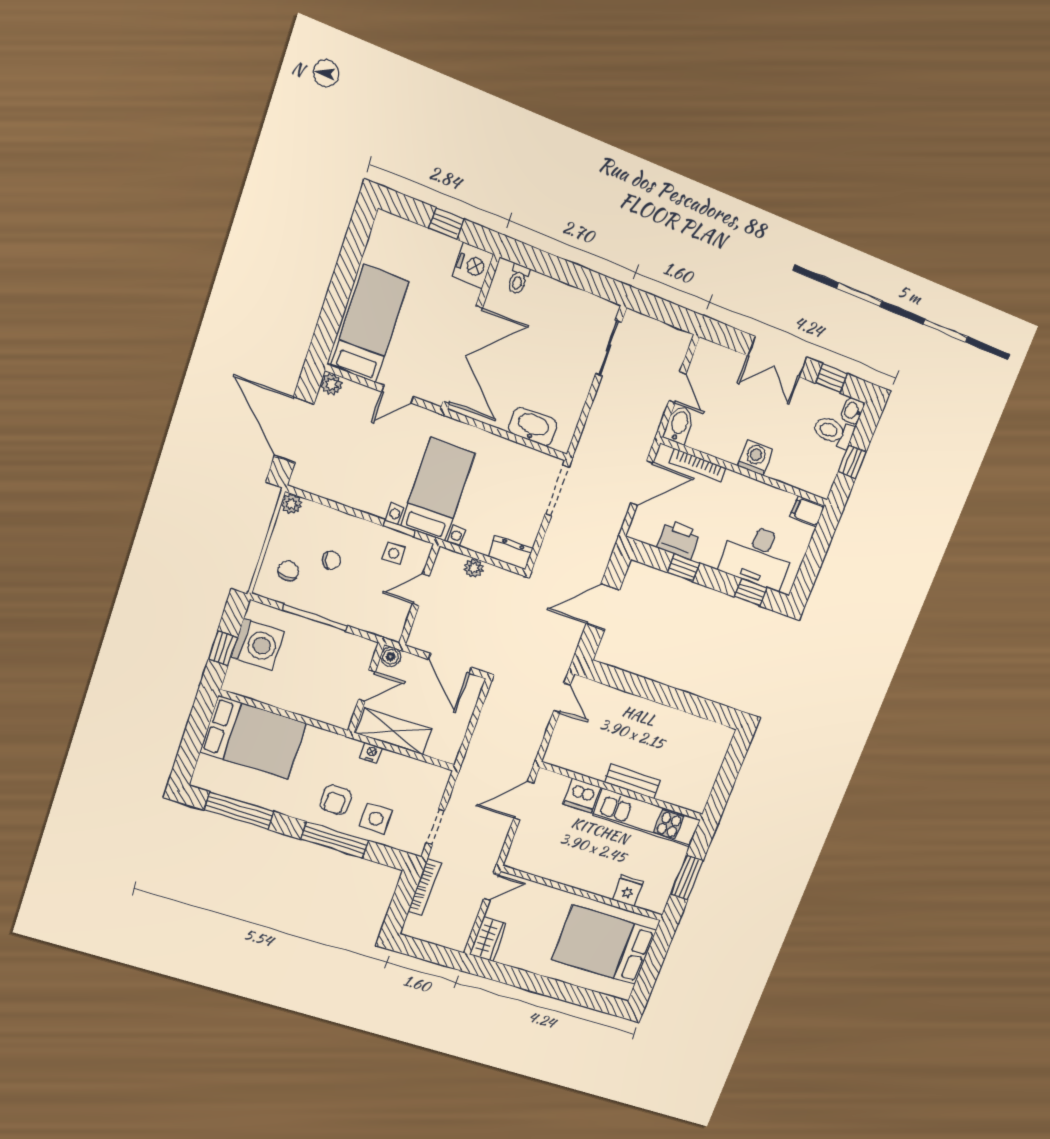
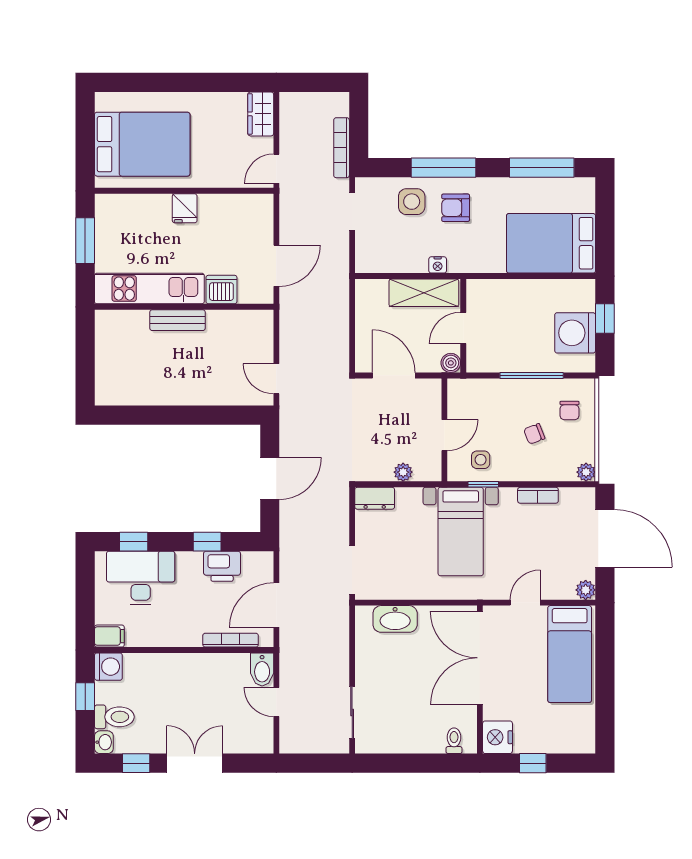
washing machine: (755, 457) -> (108, 667), moved, turned -90
bookcase: (348, 498) -> (538, 495), added
armchair: (336, 800) -> (456, 208), turned -90
fridge: (628, 890) -> (185, 208), moved

